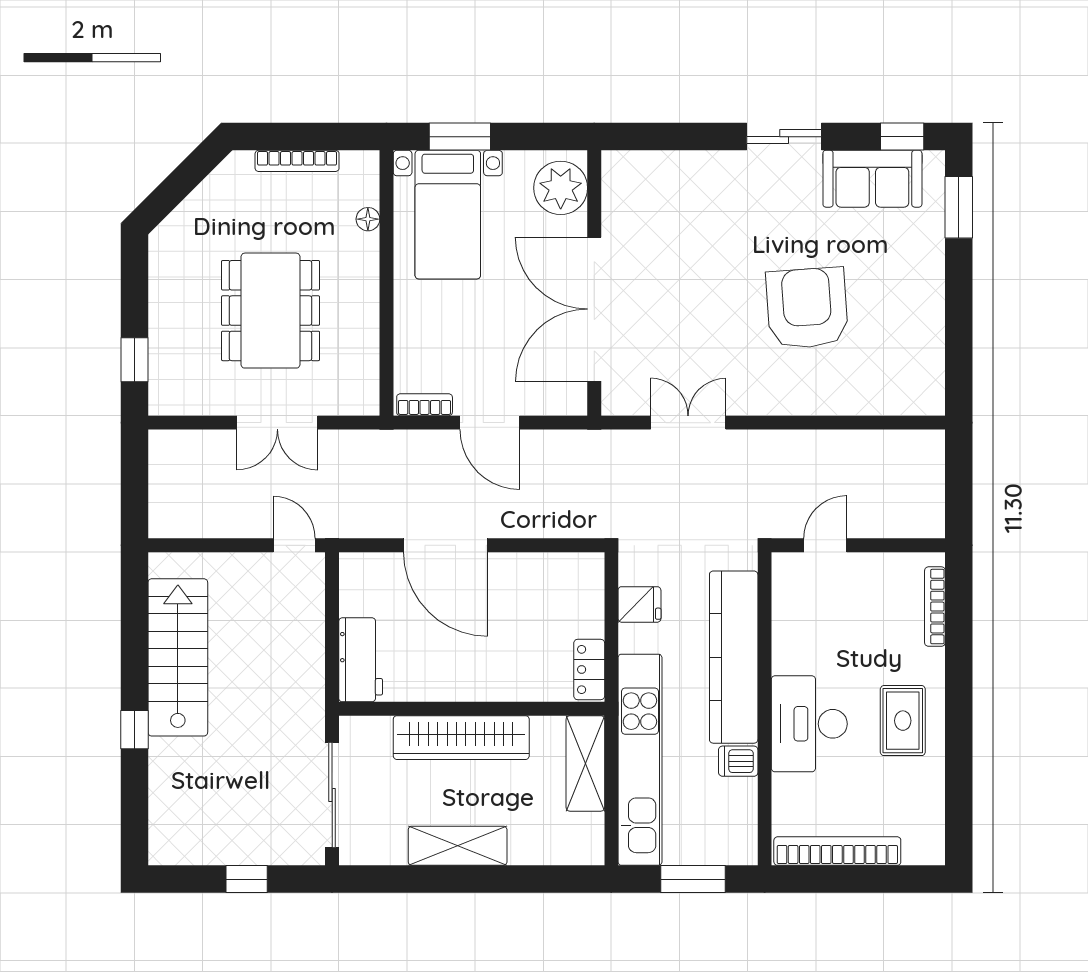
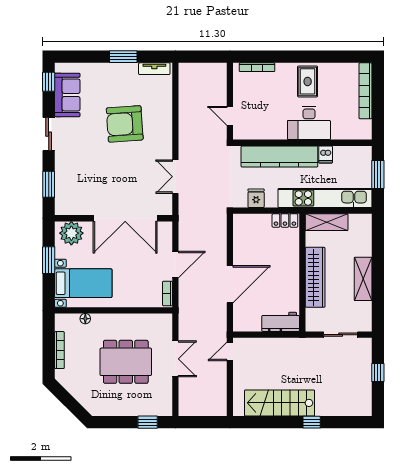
window: (460, 137) -> (49, 260), moved
window: (671, 137) -> (49, 184), added
window: (959, 207) -> (123, 57), moved
tv unit: (932, 375) -> (154, 69), added
rug: (903, 721) -> (308, 81), turned 90
sliding door: (332, 795) -> (341, 335), width x0.73
bookcase: (837, 851) -> (365, 91), moved

